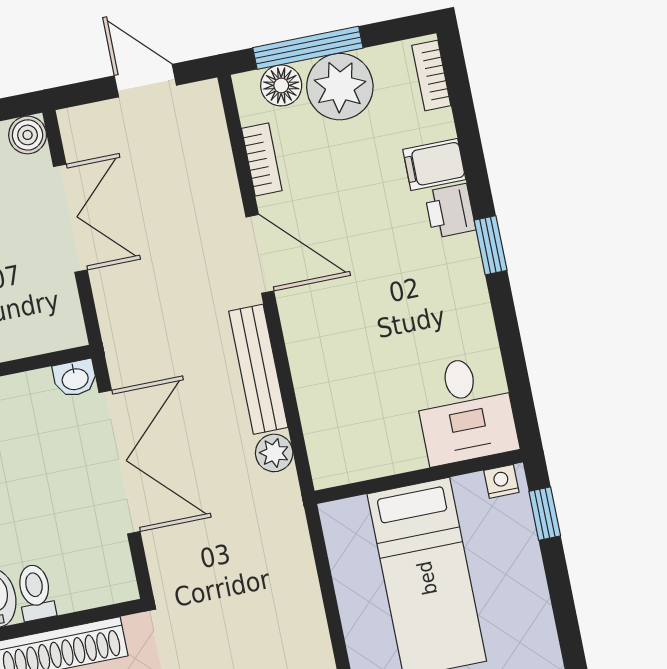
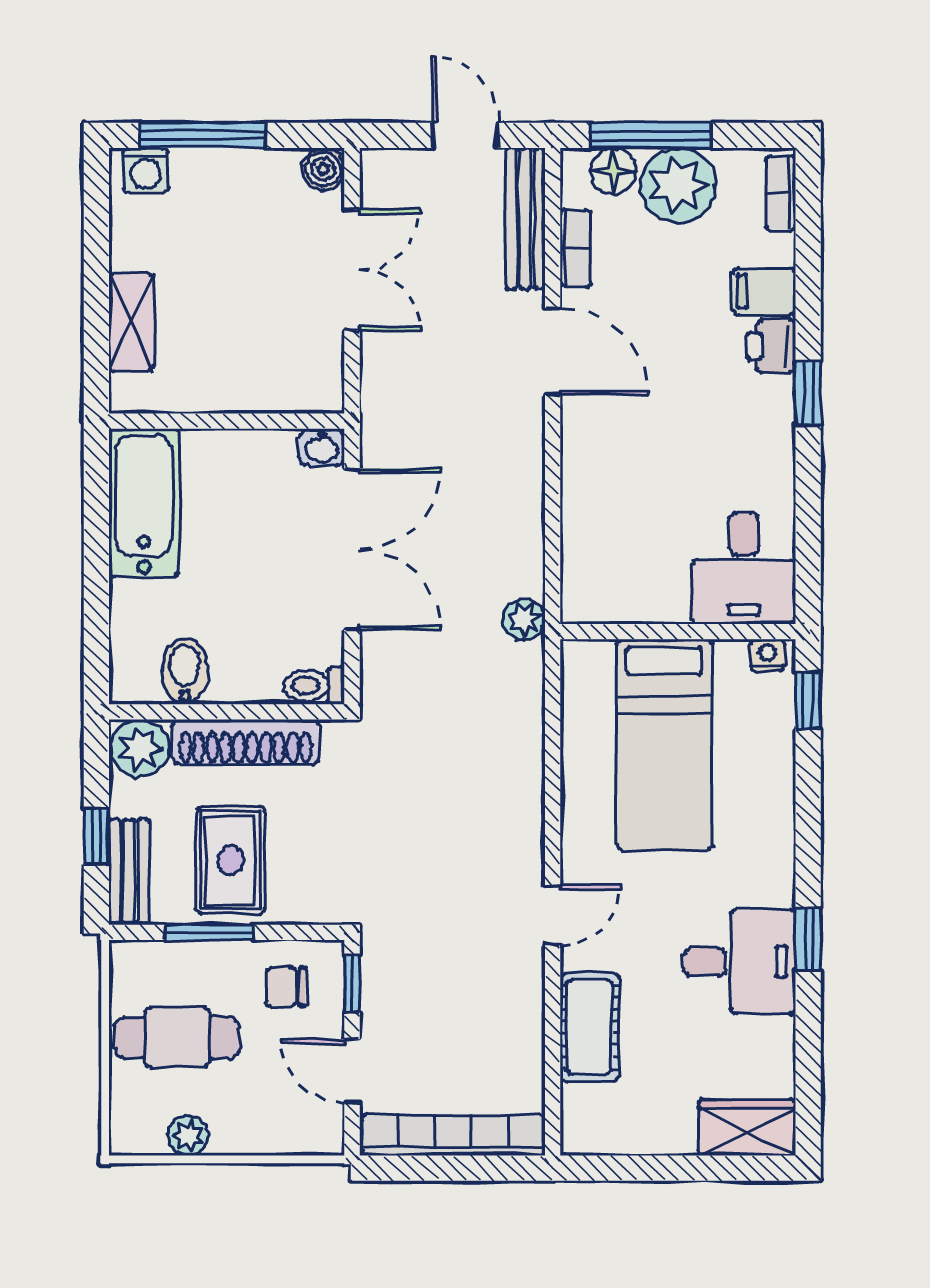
bench: (258, 369) -> (525, 218), moved
plant: (274, 453) -> (524, 619), moved
toilet: (35, 592) -> (314, 686), moved, turned -90

